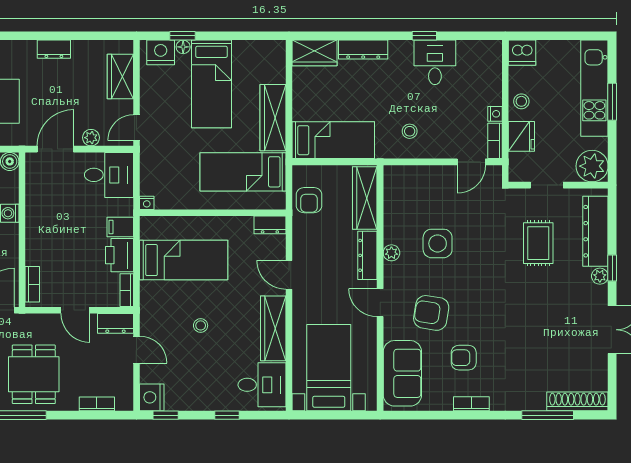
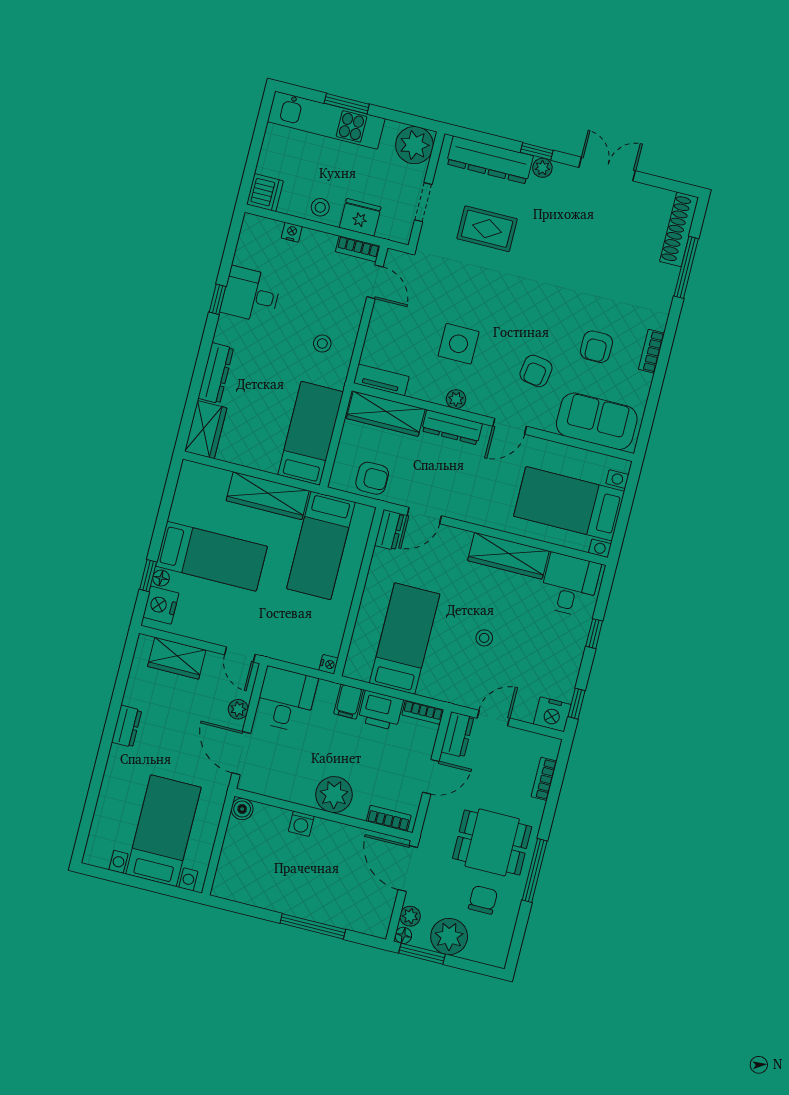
nightstand: (495, 114) -> (292, 232), moved
tv unit: (392, 187) -> (381, 380), added
plant: (41, 234) -> (334, 795), added
door: (289, 275) -> (424, 516), moved
armchair: (431, 313) -> (536, 371), width x0.72, depth x0.72

